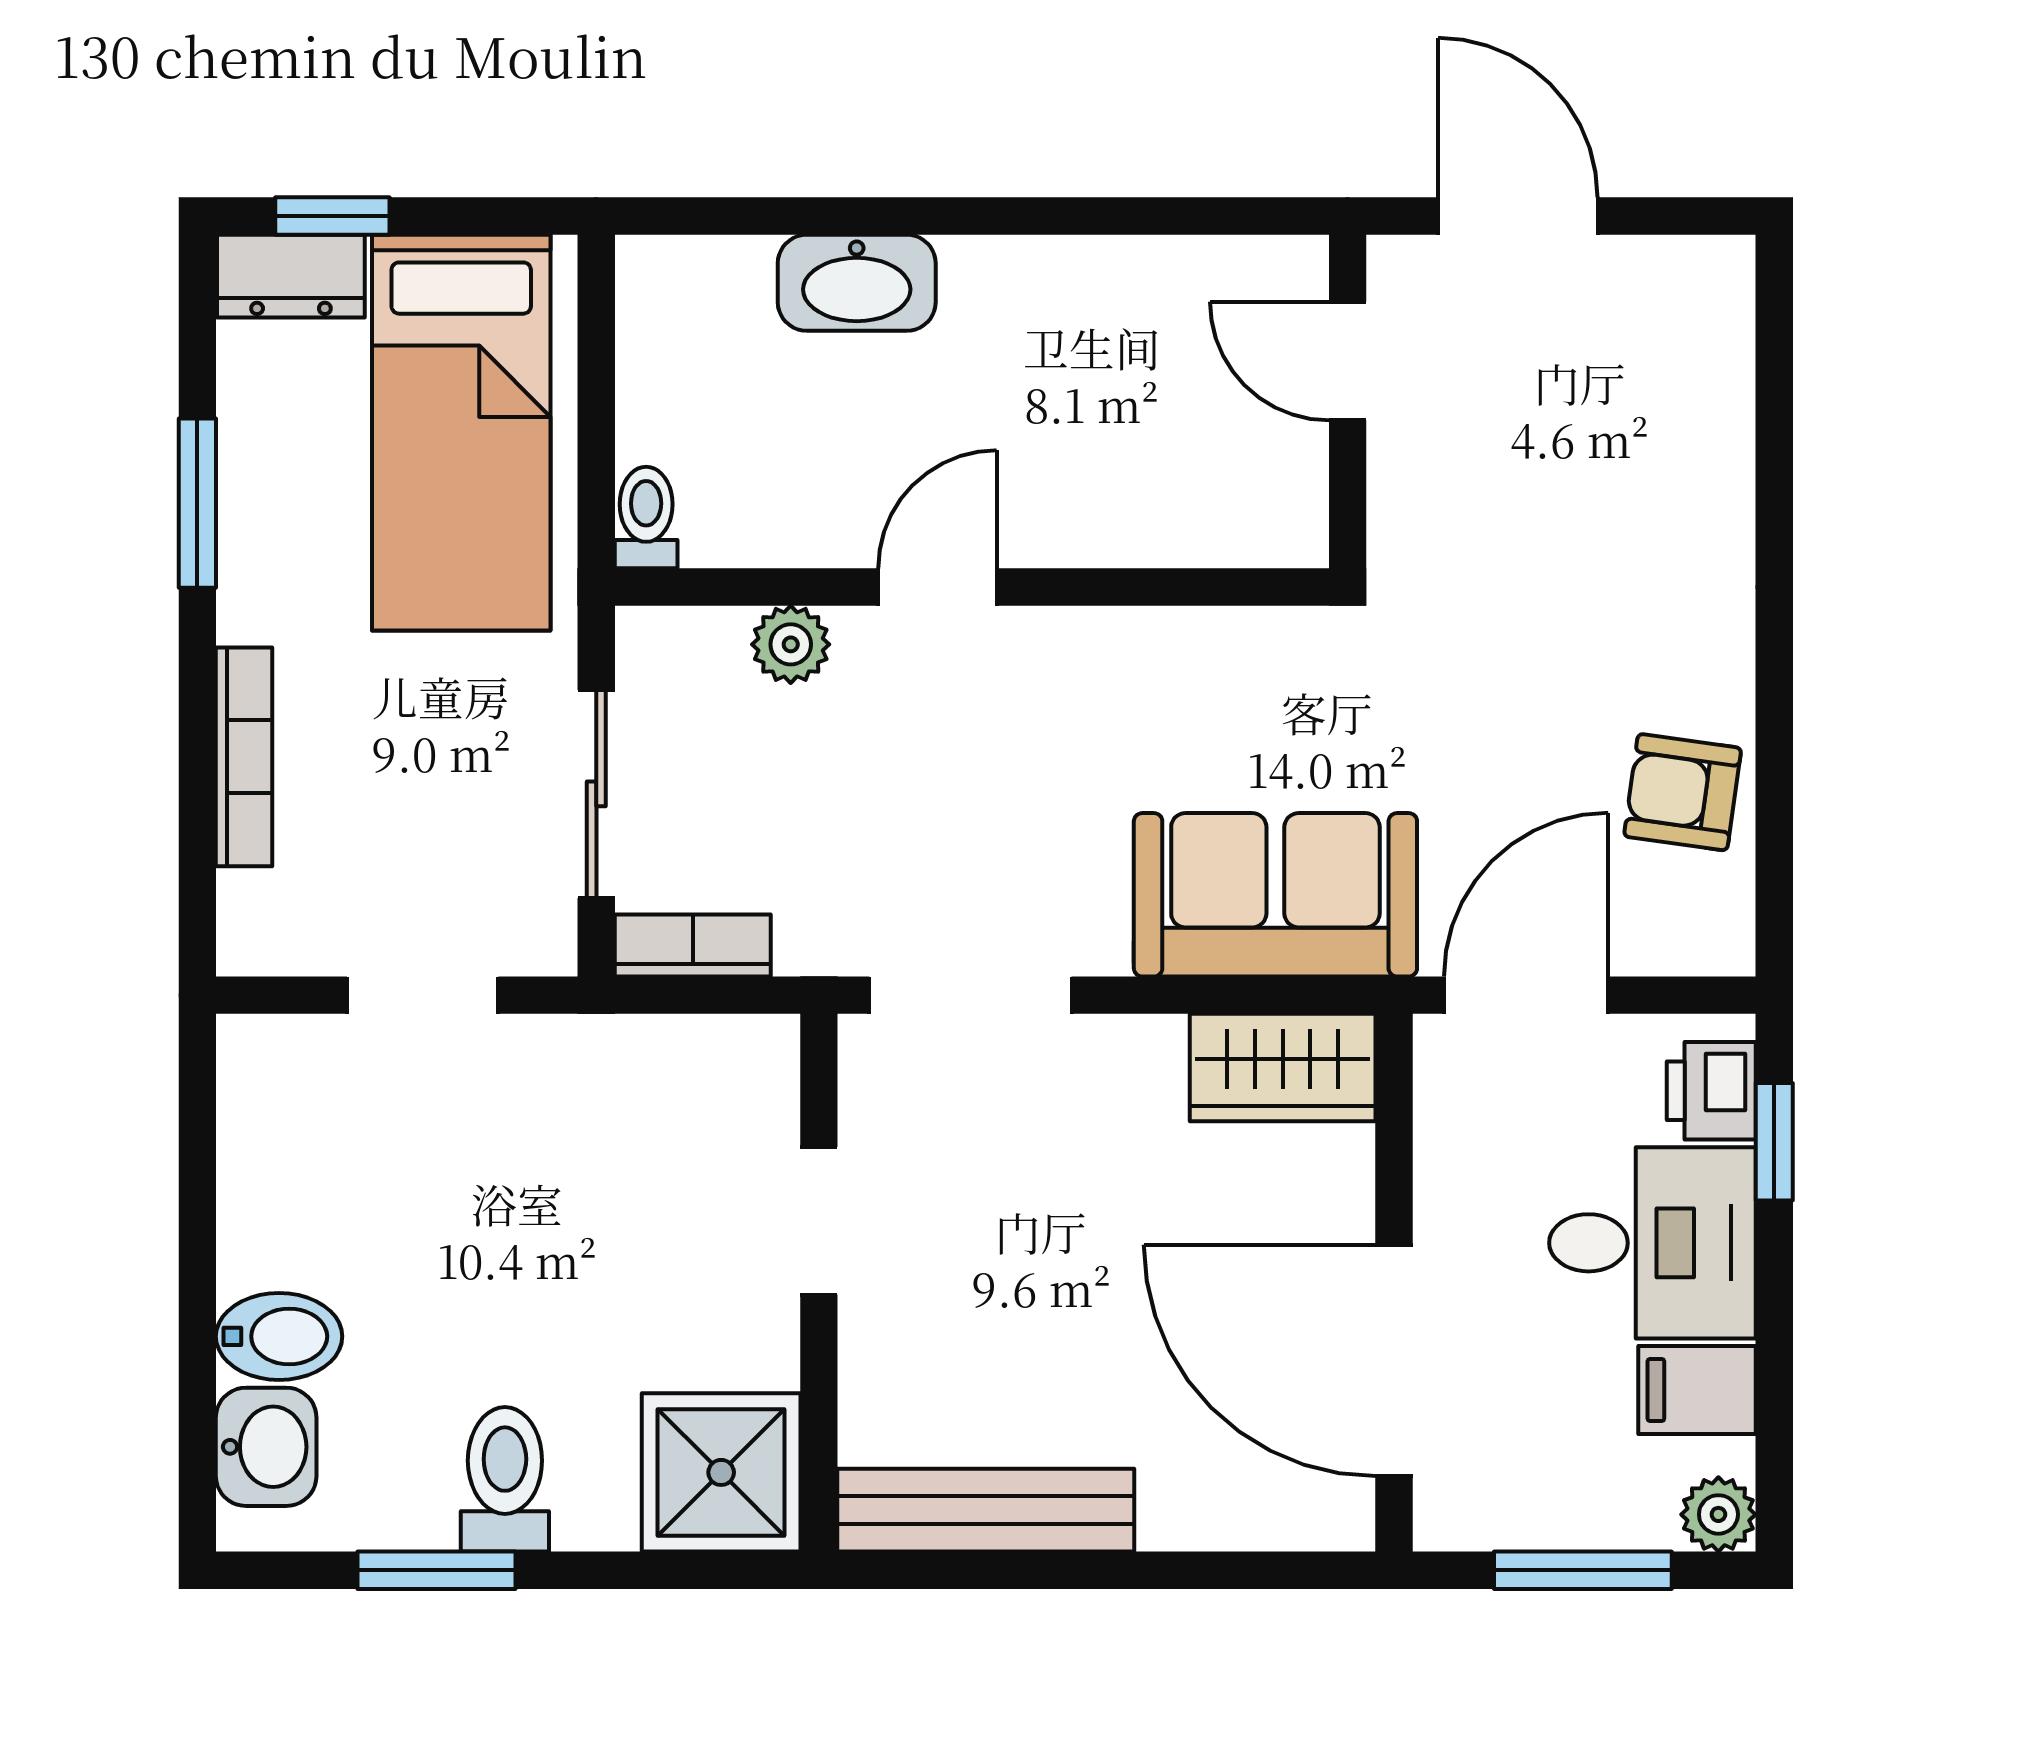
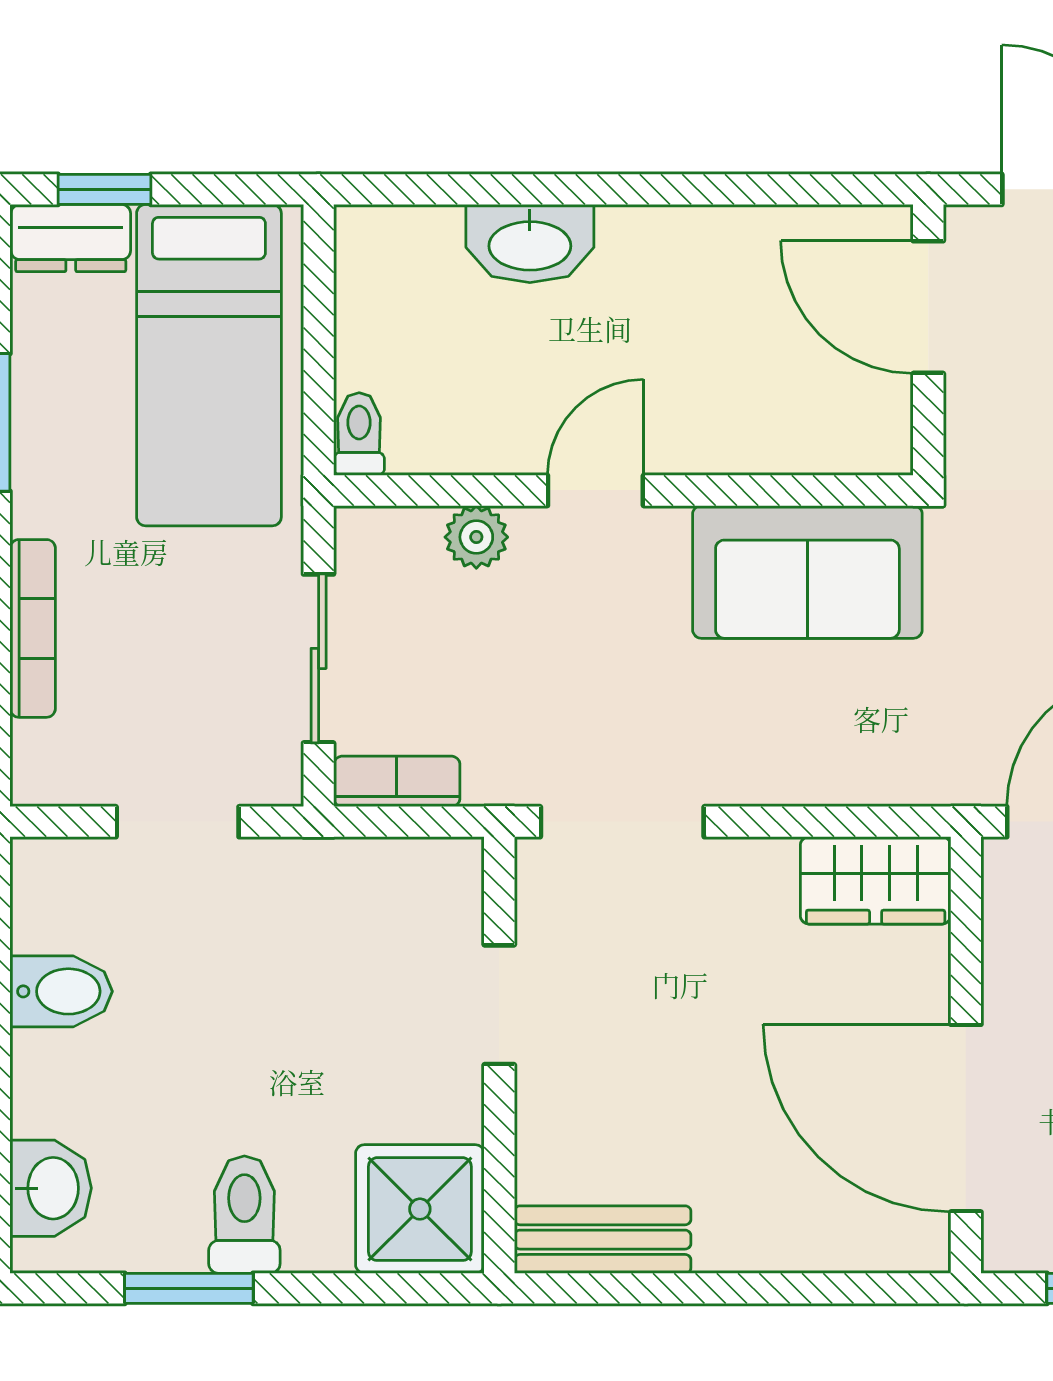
door: (1348, 361) -> (928, 307), width x1.38
sofa: (1275, 895) -> (807, 572), moved, turned 180
bidet: (279, 1336) -> (61, 991), moved
bench: (986, 1510) -> (603, 1240), width x0.73

